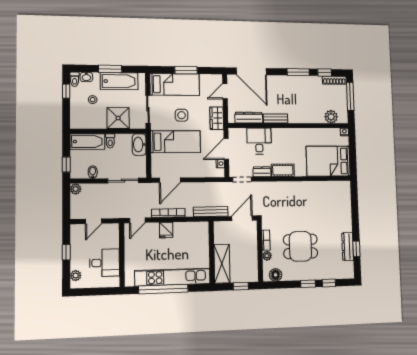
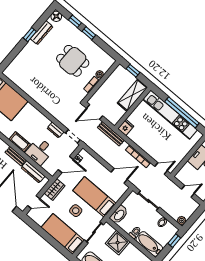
window: (186, 70) -> (47, 237), removed
cot: (283, 170) -> (20, 142), moved
fridge: (166, 230) -> (126, 127), moved
window: (356, 249) -> (30, 35), moved
floor lamp: (276, 275) -> (56, 16), moved

